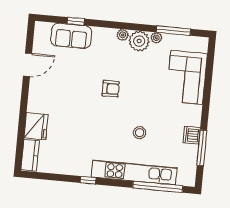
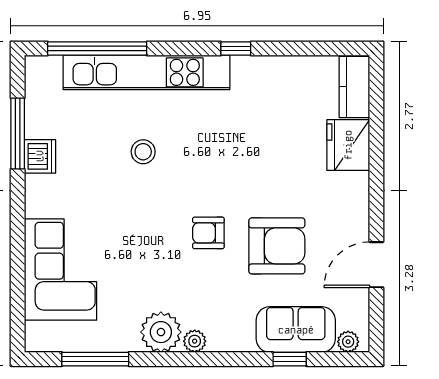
plant: (156, 38) -> (348, 342), moved
armchair: (77, 79) -> (277, 246), added

